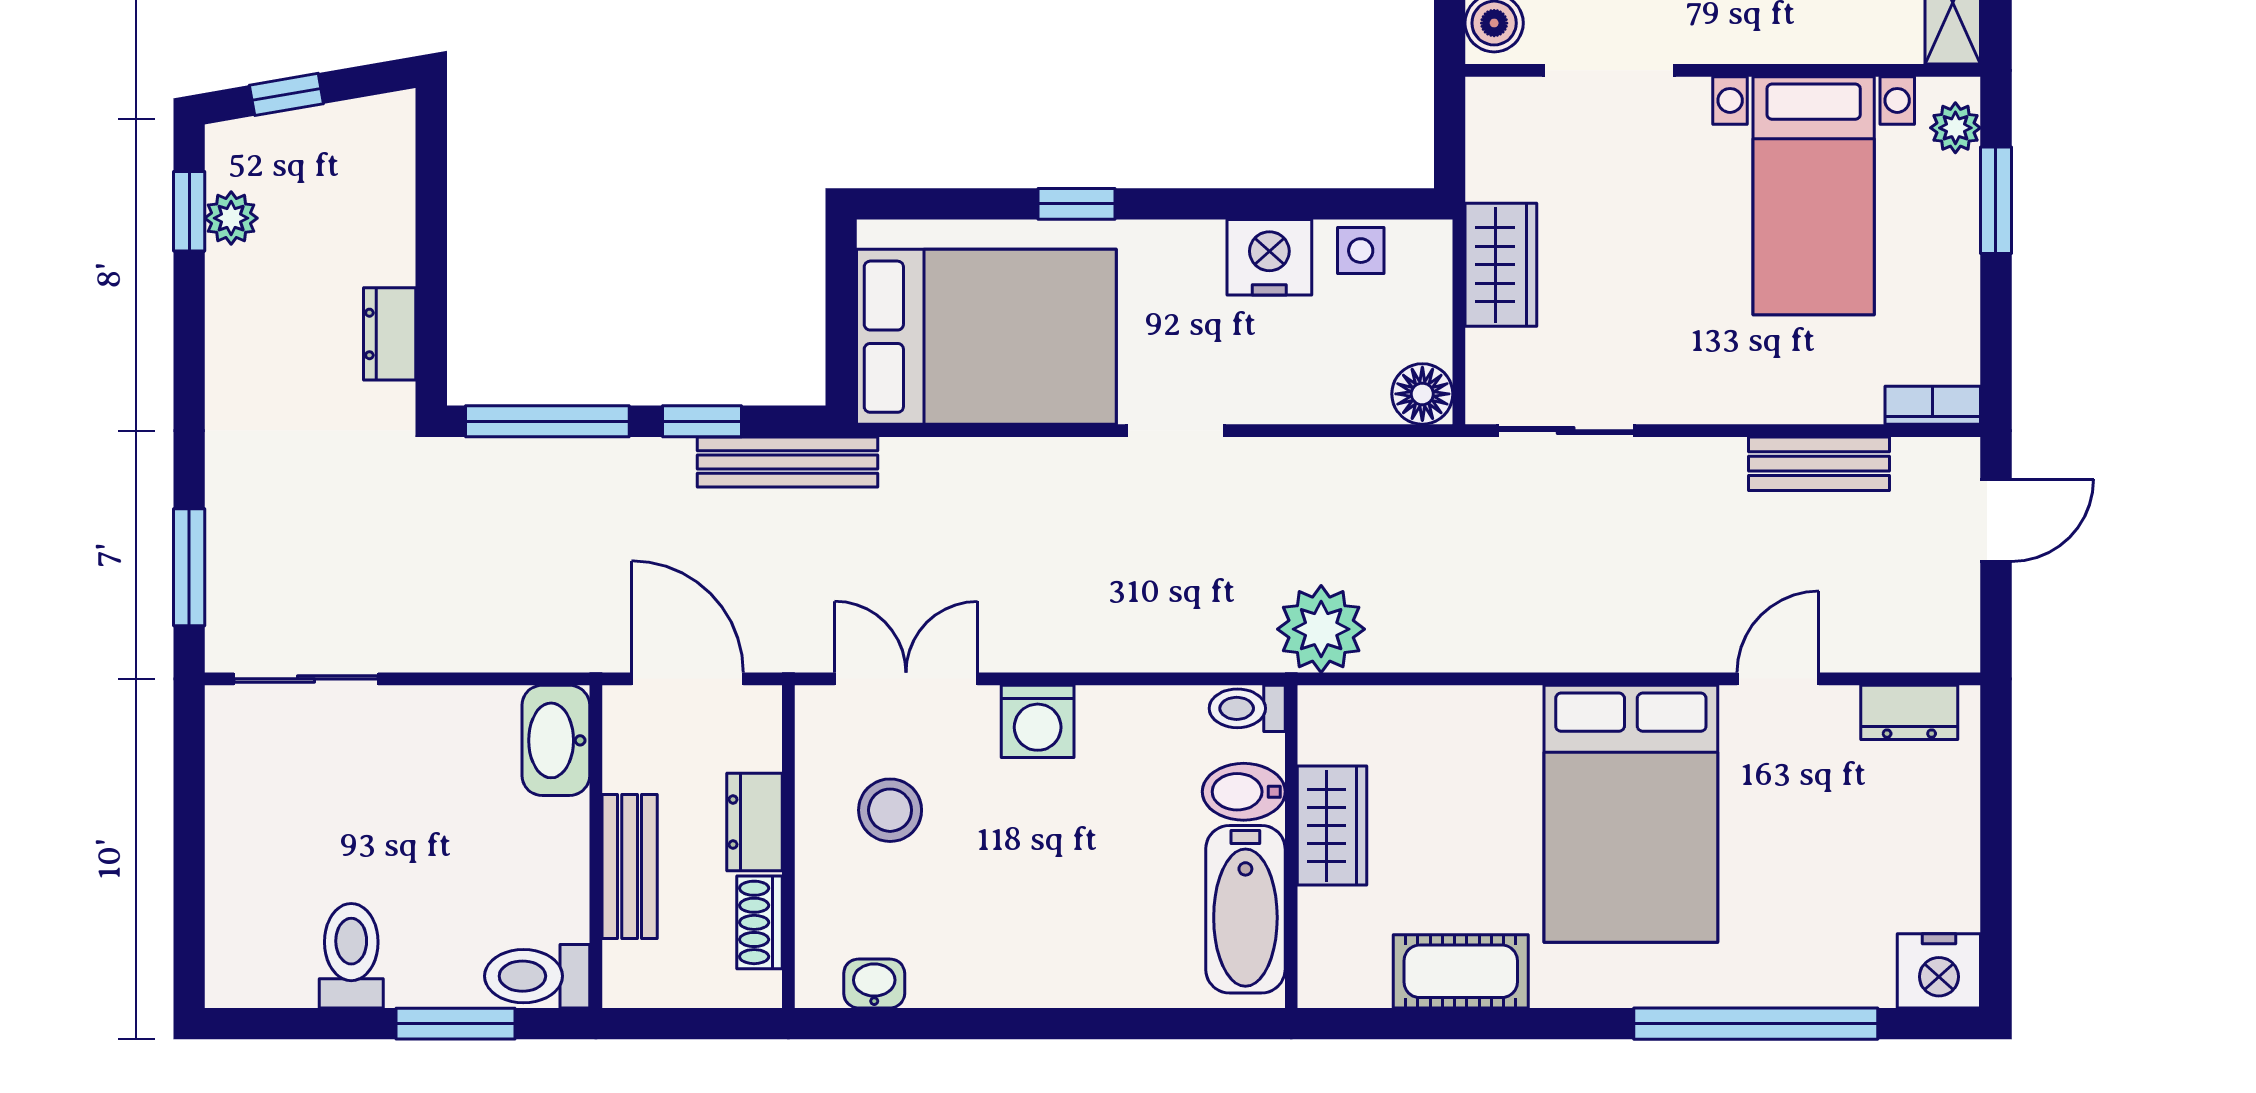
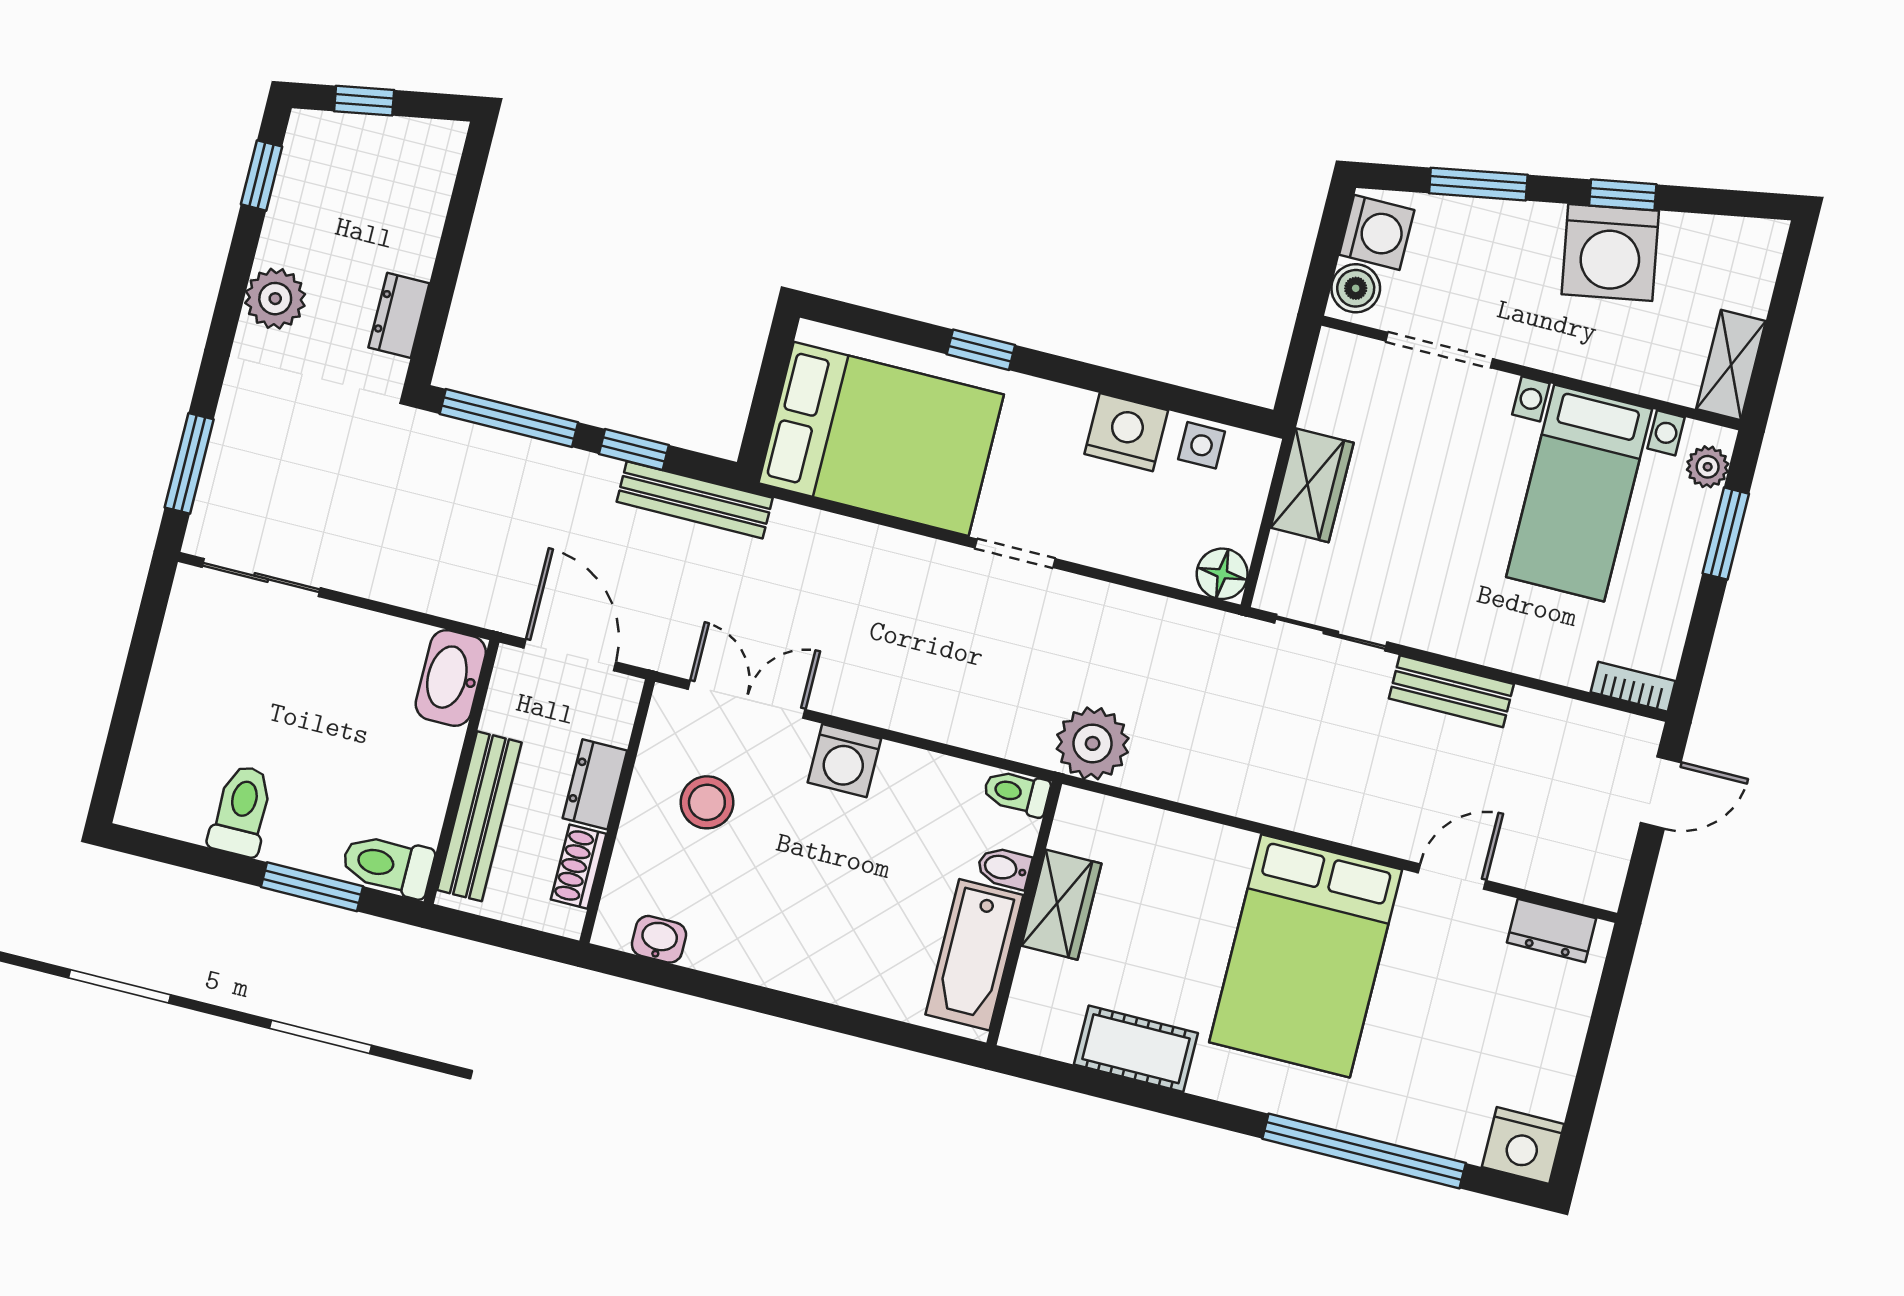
plant: (231, 218) -> (275, 299), moved, width x1.38, depth x1.38
bench: (1819, 464) -> (1451, 691), moved
bidet: (1244, 792) -> (1004, 868), width x0.72, depth x0.74
bench: (630, 867) -> (479, 816), width x1.36

